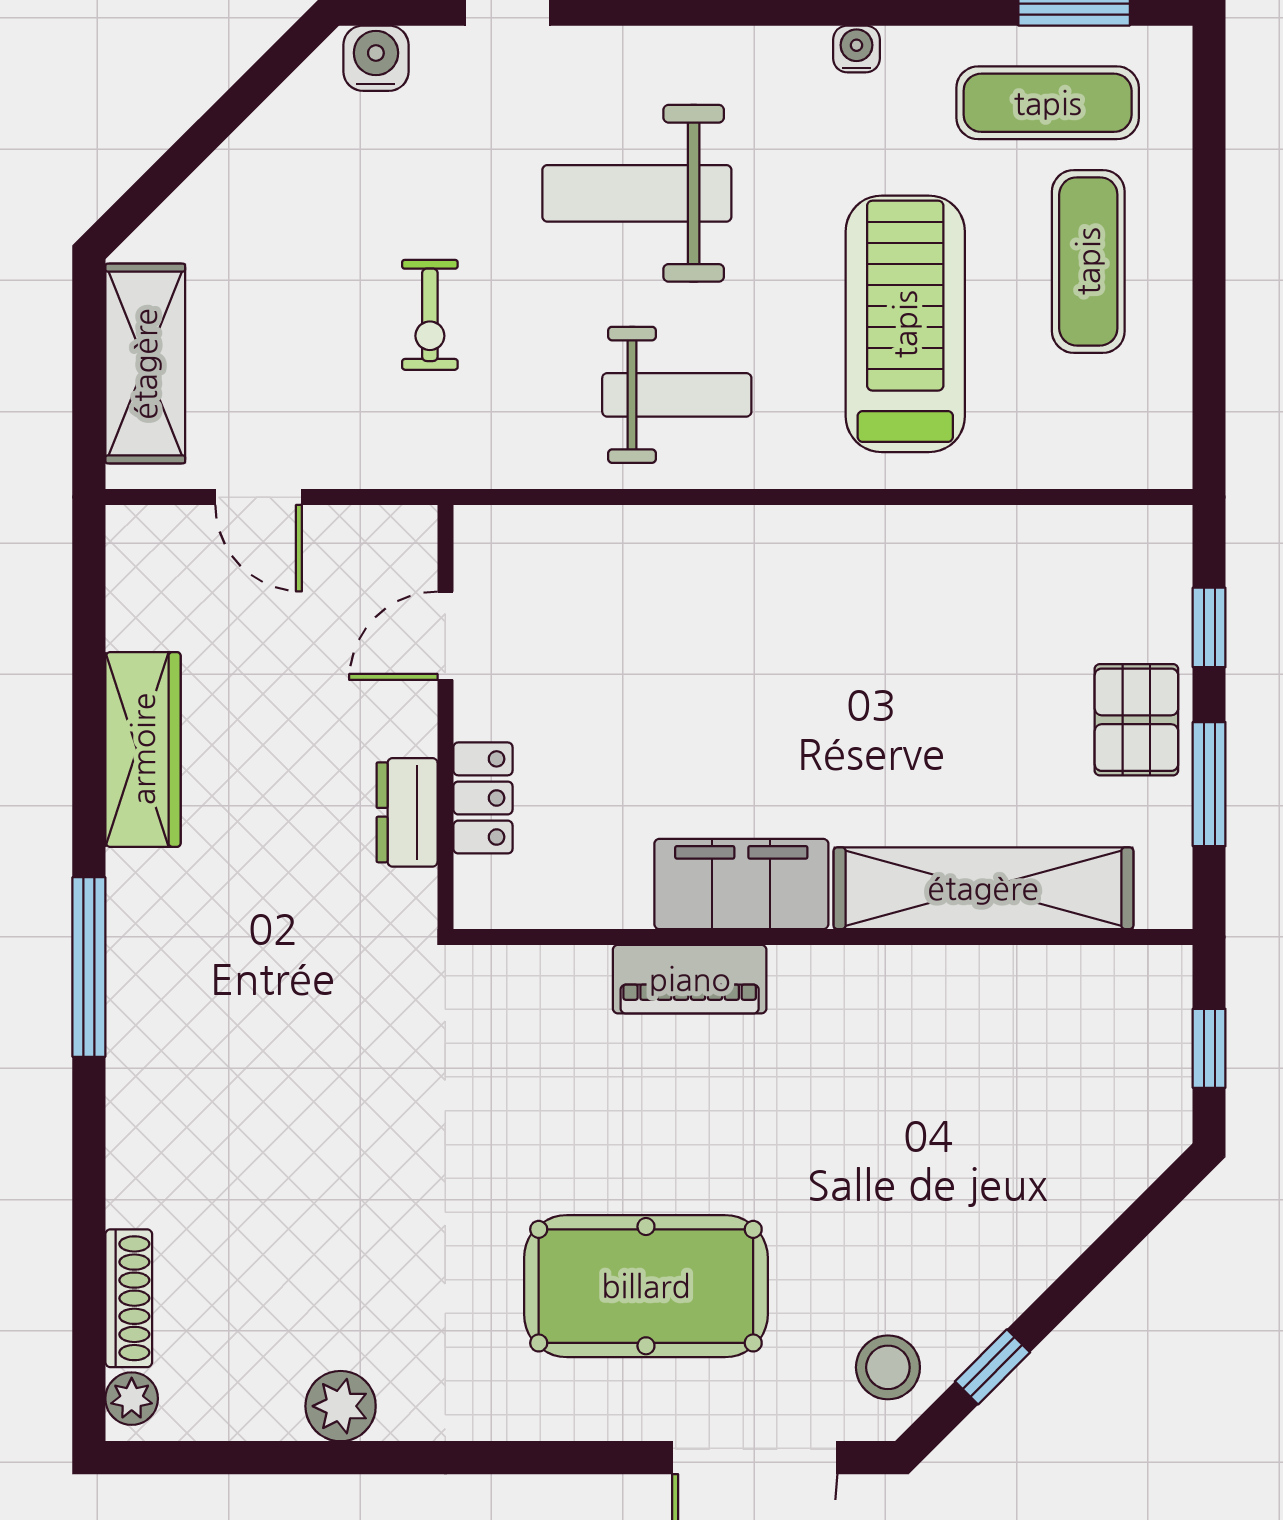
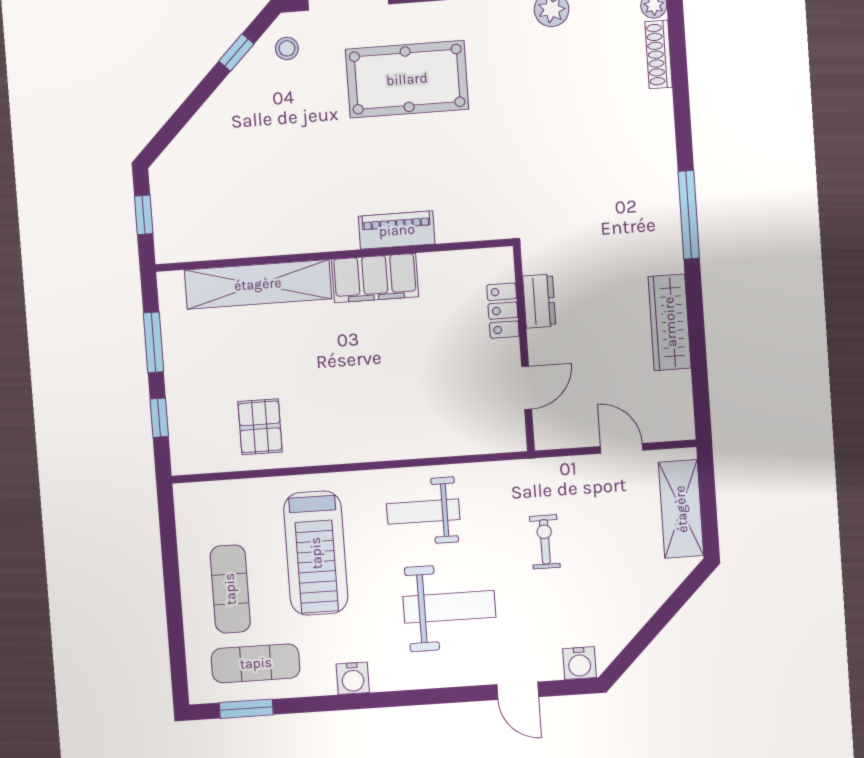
water cooler: (857, 49) -> (353, 678), width x1.38, depth x1.38
pallet: (1136, 720) -> (260, 427), moved
stool: (888, 1367) -> (287, 48), width x0.73, depth x0.73

